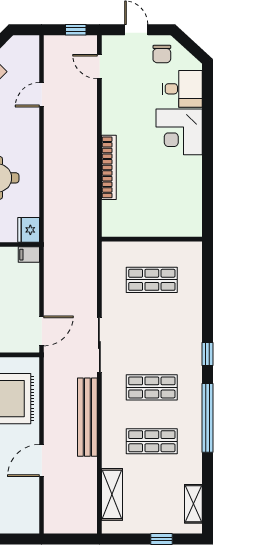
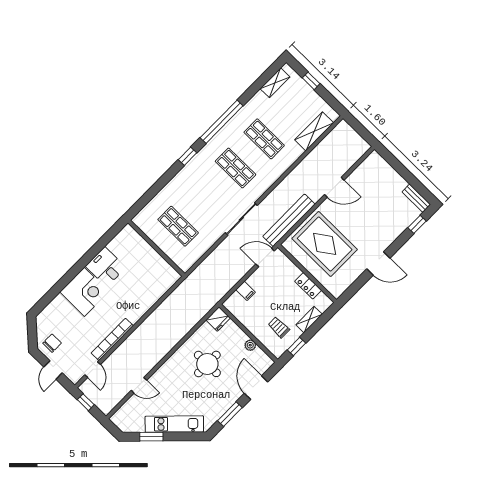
desk: (182, 89) -> (106, 267), moved
bookcase: (109, 167) -> (112, 339), moved
filing cabinet: (29, 255) -> (246, 291), moved
bench: (87, 417) -> (289, 220), moved

